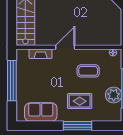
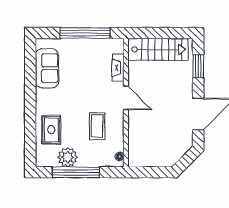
rug: (80, 101) -> (51, 130), moved
window: (78, 126) -> (30, 113), removed

